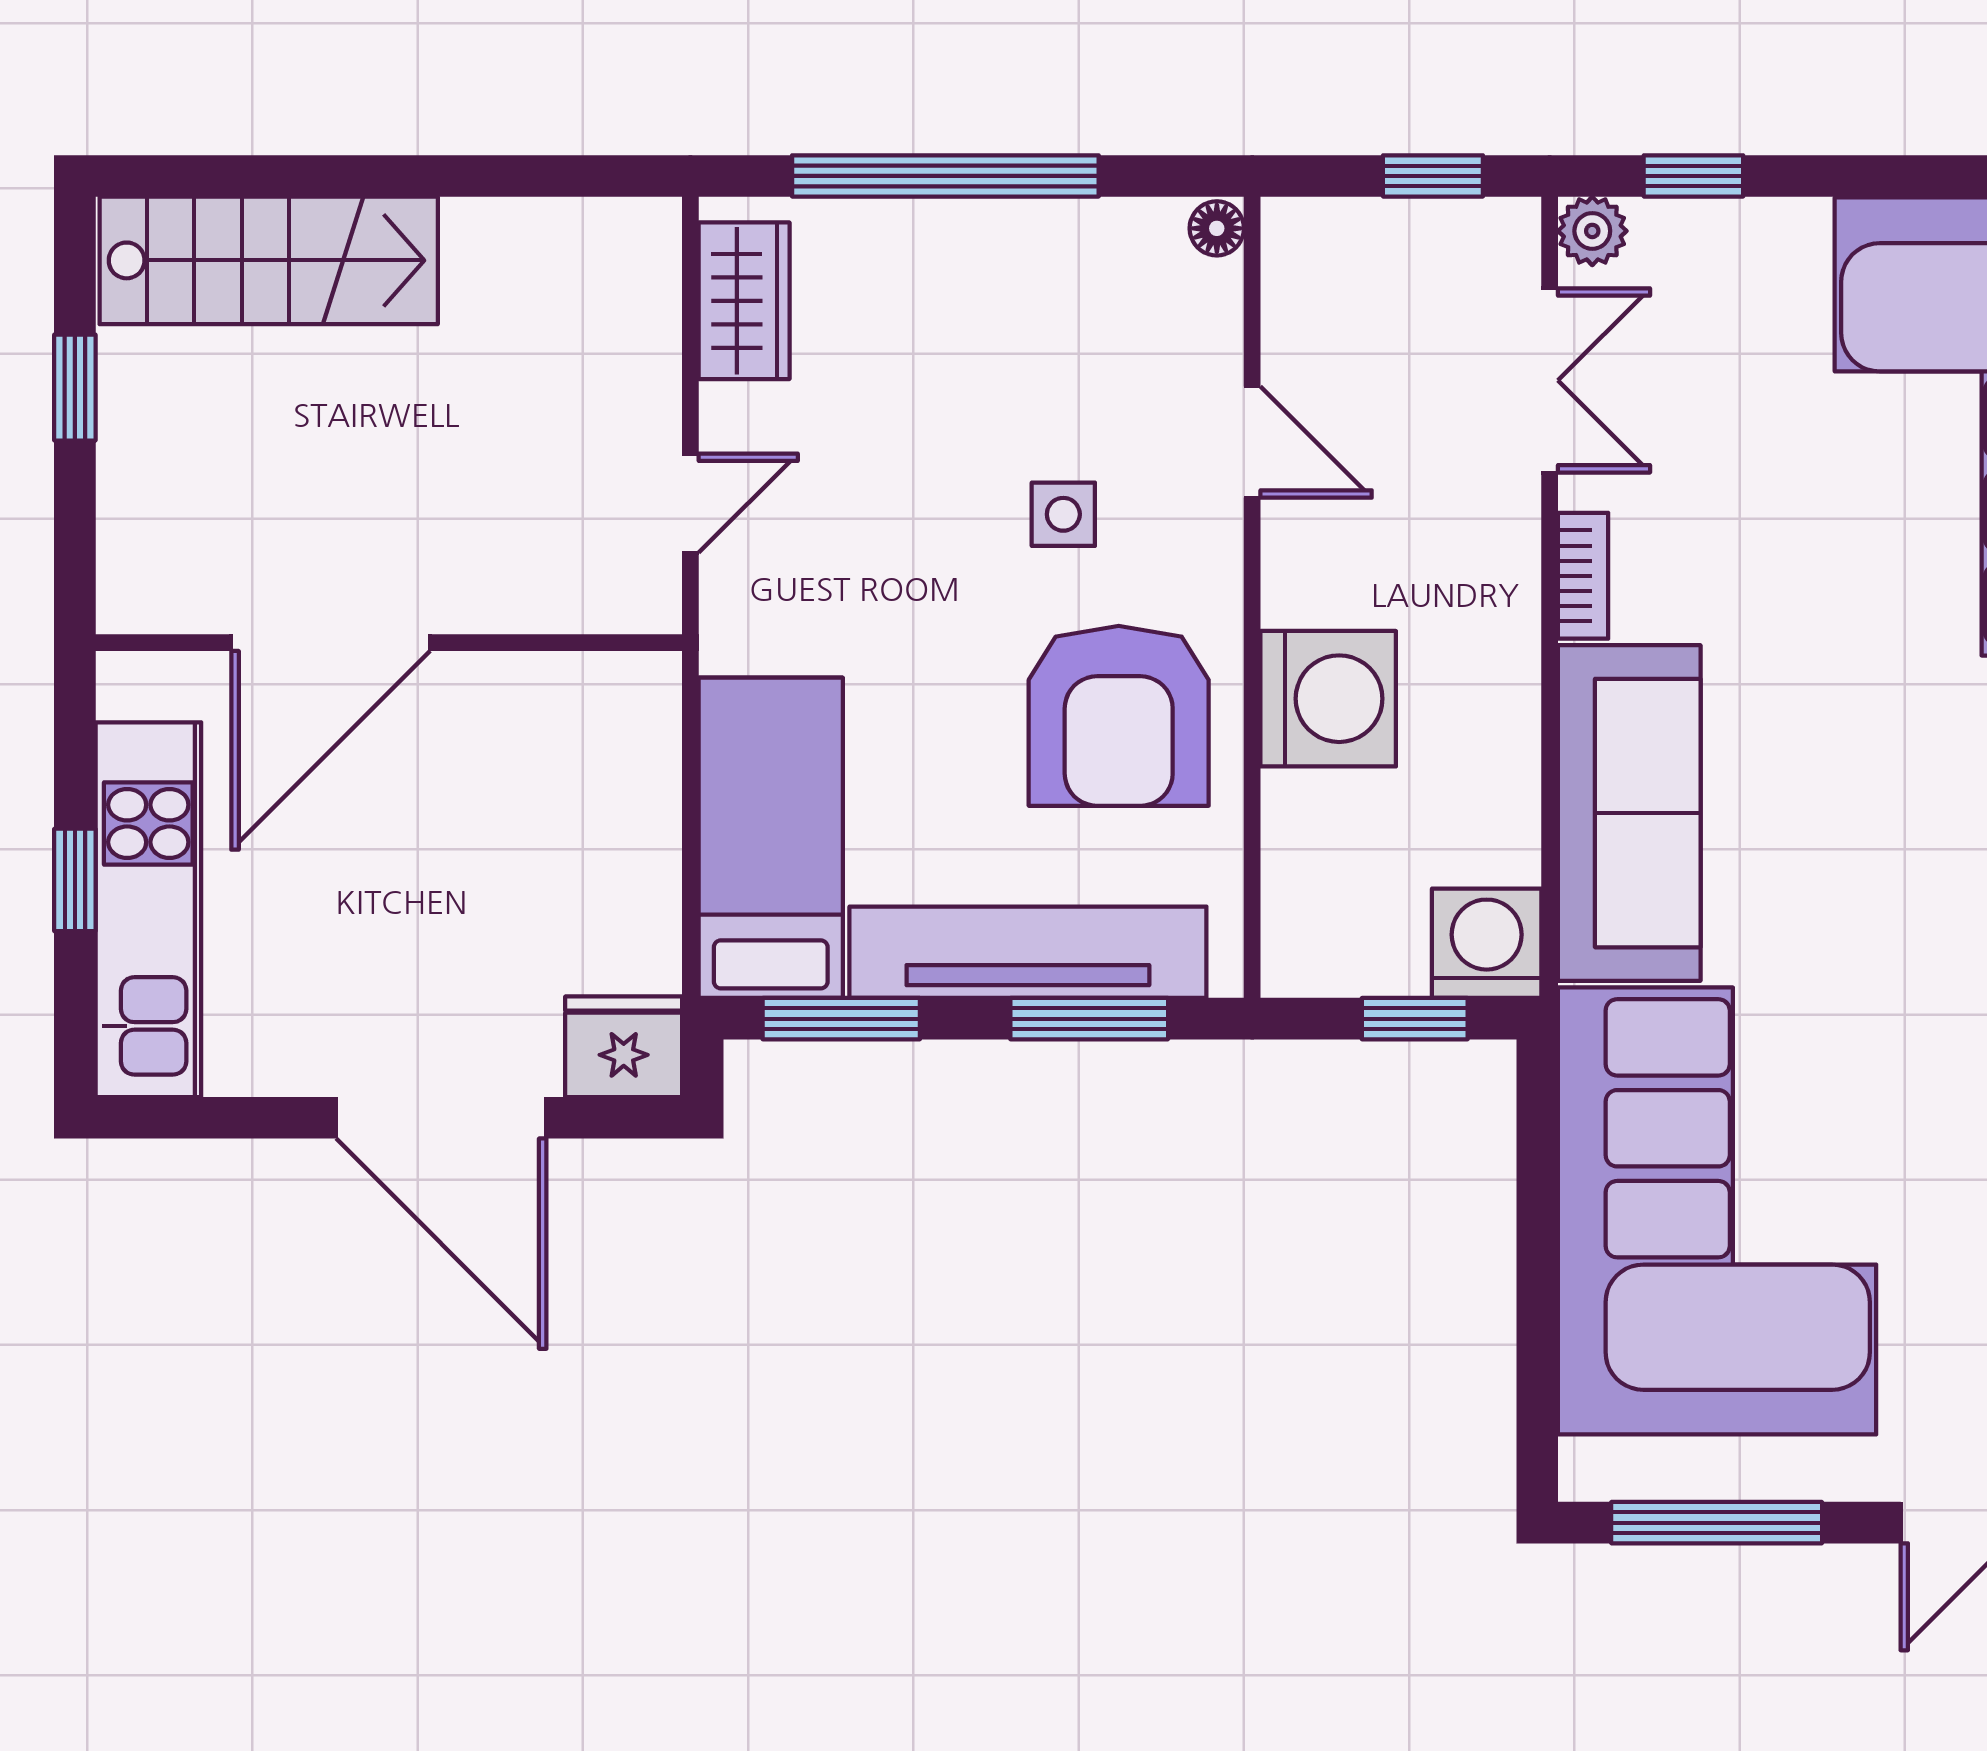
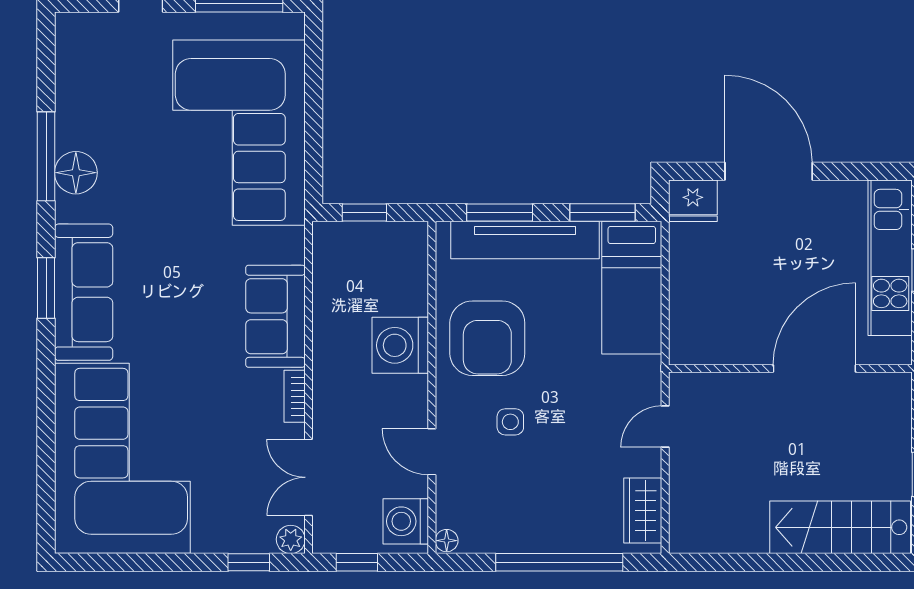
armchair: (1119, 716) -> (487, 338), turned 180
sofa: (1629, 813) -> (275, 316), width x0.73
washing machine: (1487, 943) -> (406, 521), moved, turned 90

